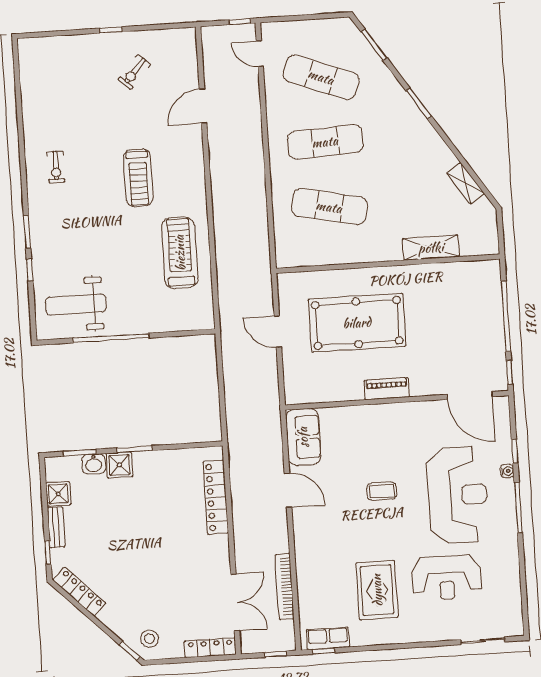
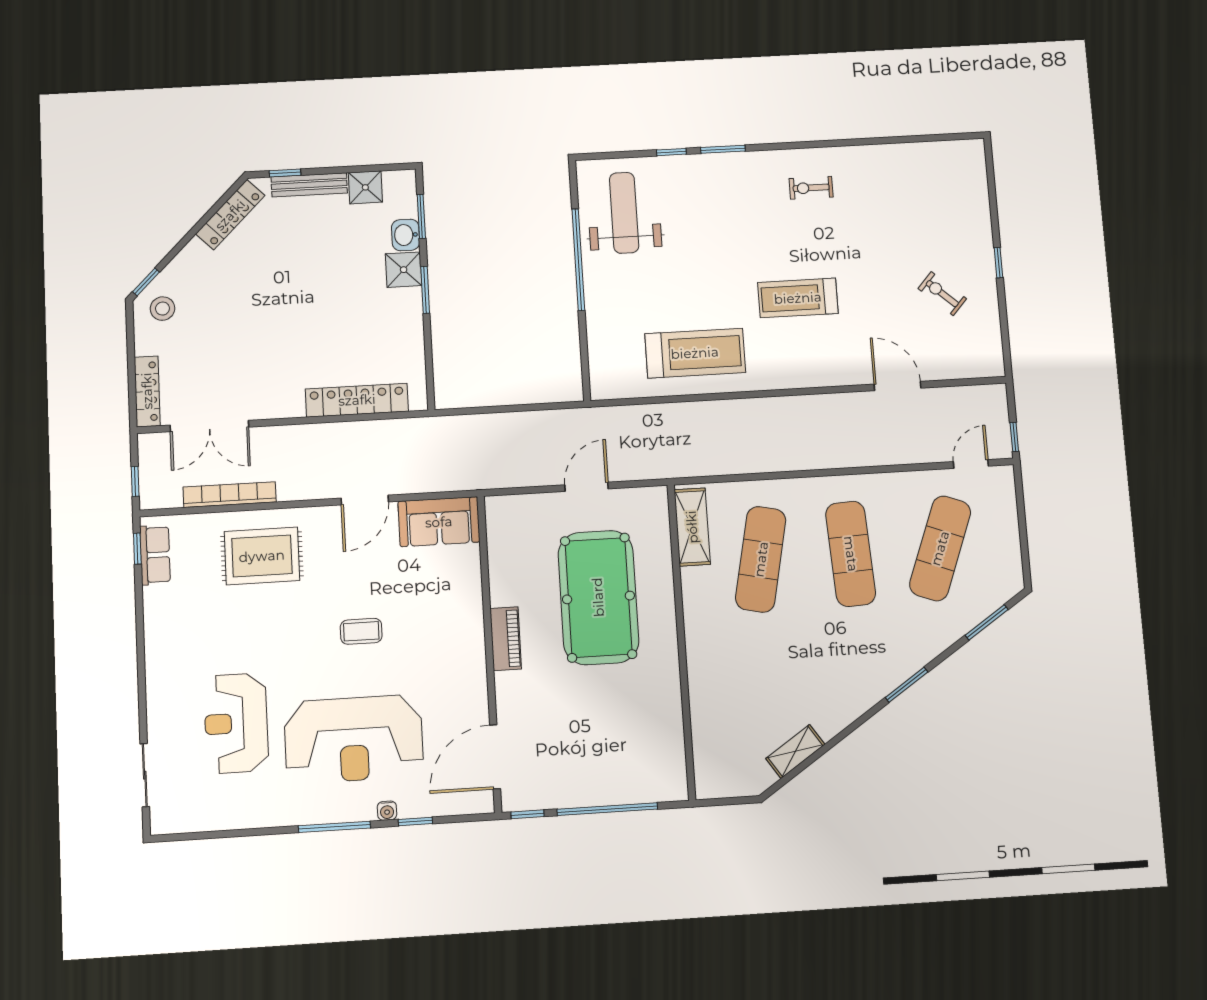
shelving: (431, 248) -> (692, 527), moved
coffee table: (382, 491) -> (361, 631), turned 90
bench: (56, 527) -> (309, 185), width x1.36
rug: (377, 590) -> (262, 556), moved

